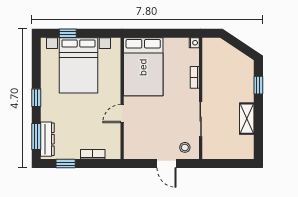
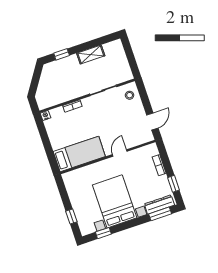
bed with nightstands: (78, 65) -> (115, 201), moved, turned -90
bed: (143, 67) -> (79, 154), width x0.67
window: (36, 98) -> (103, 233), moved
door: (122, 114) -> (120, 153), swing flipped
door: (167, 164) -> (152, 121), moved

